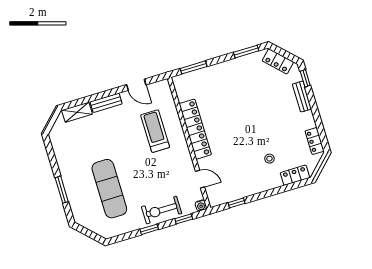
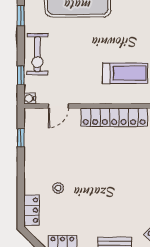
exercise bike: (162, 210) -> (37, 54), turned 180
window: (149, 229) -> (21, 16), moved

